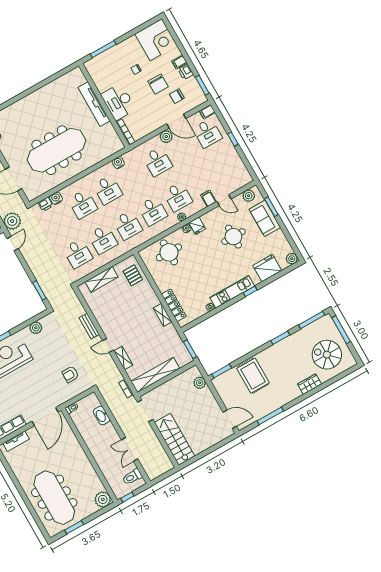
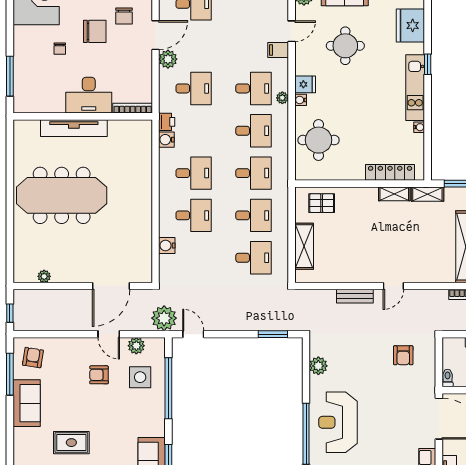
meeting table: (56, 150) -> (62, 195), moved, turned 90
printer: (45, 204) -> (167, 122), moved
shelving: (123, 358) -> (427, 194), moved

